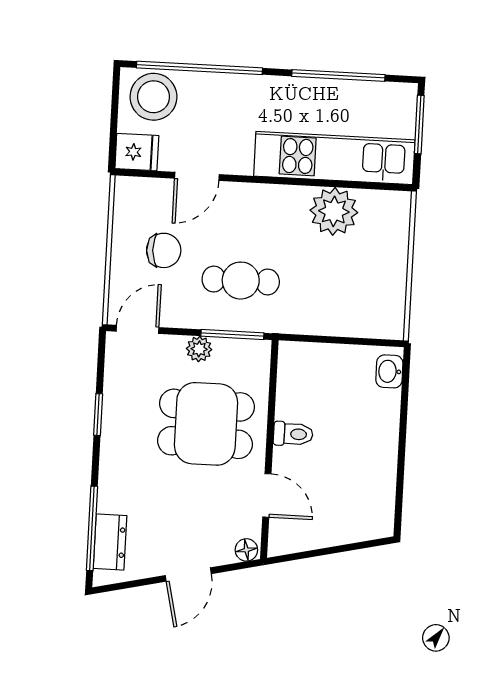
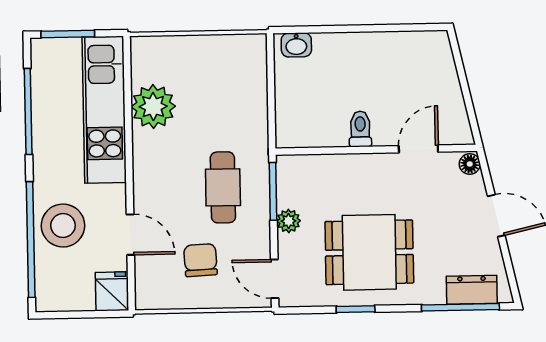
stool: (154, 97) -> (63, 226), moved
dining table: (206, 424) -> (369, 252), moved, turned 90

